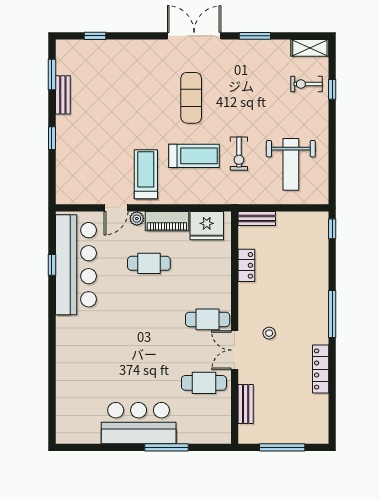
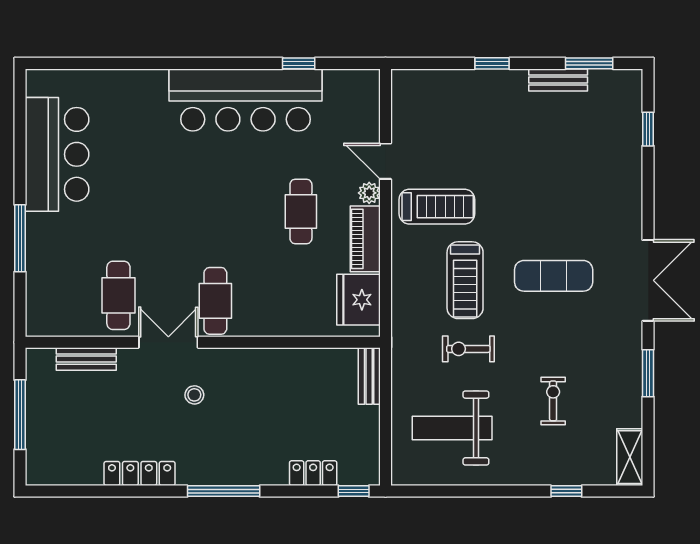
exercise bike: (307, 84) -> (553, 401), moved
bar counter: (76, 265) -> (245, 100), moved
locker: (246, 265) -> (313, 473), moved, turned 180
bar counter: (139, 423) -> (57, 154), moved

